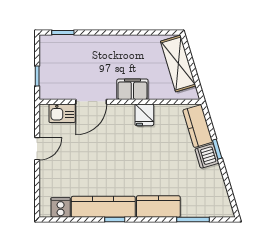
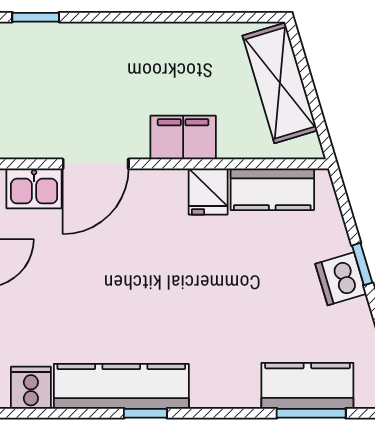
kitchen counter: (198, 126) -> (272, 189), moved, turned -73
kitchen counter: (158, 207) -> (307, 386), moved

